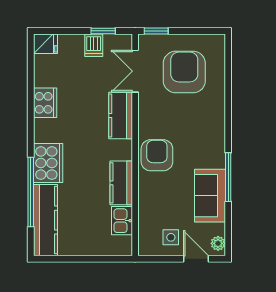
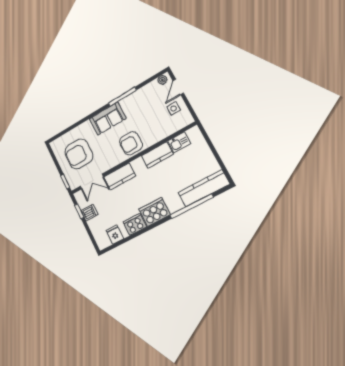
fridge: (45, 44) -> (115, 235), moved
cooker: (48, 163) -> (154, 212), moved
sofa: (210, 196) -> (108, 119), moved

